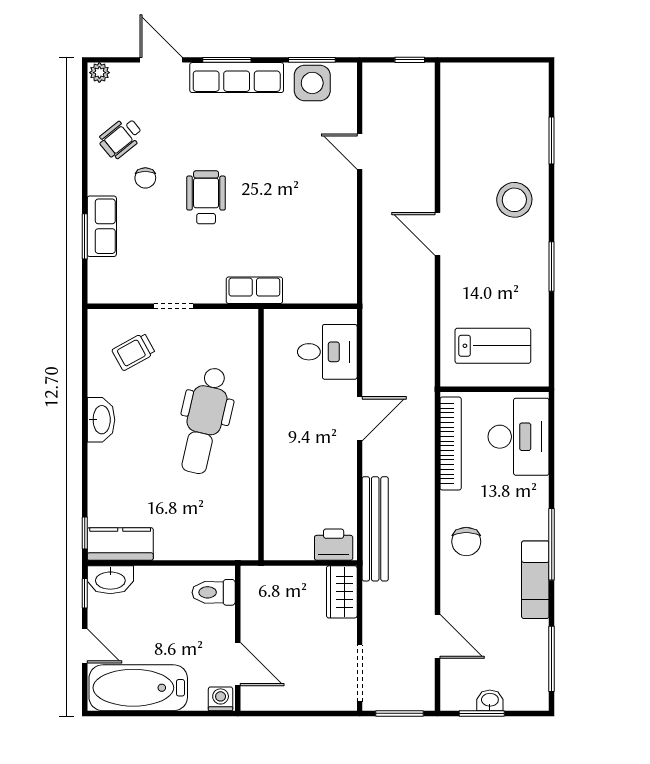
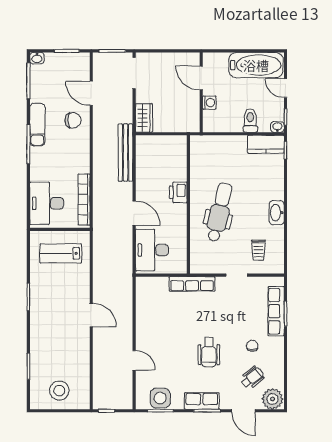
plant: (99, 73) -> (272, 399), width x1.87, depth x1.87
row of seats: (237, 78) -> (202, 401), width x0.68
wheelchair: (121, 138) -> (252, 378), moved
wheelchair: (206, 197) -> (209, 352), moved
stool: (514, 200) -> (59, 391), moved
row of seats: (102, 226) -> (276, 311), width x1.48
row of seats: (254, 290) -> (192, 284), width x1.48
trolley: (134, 352) -> (259, 250), turned 119
desk: (327, 352) -> (152, 250), width x1.37
door: (360, 419) -> (134, 213), swing flipped
chair: (466, 542) -> (73, 120), moved, turned 90
printer: (334, 545) -> (178, 192), moved, turned 90
washbasin: (110, 580) -> (277, 127), width x0.52, depth x0.69
toilet: (214, 592) -> (250, 120), moved, turned -90
washing machine: (221, 699) -> (209, 103), moved, turned -90
washbasin: (490, 700) -> (37, 58), moved

